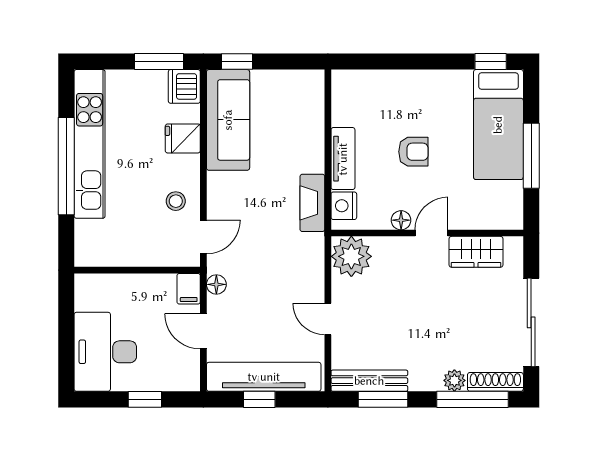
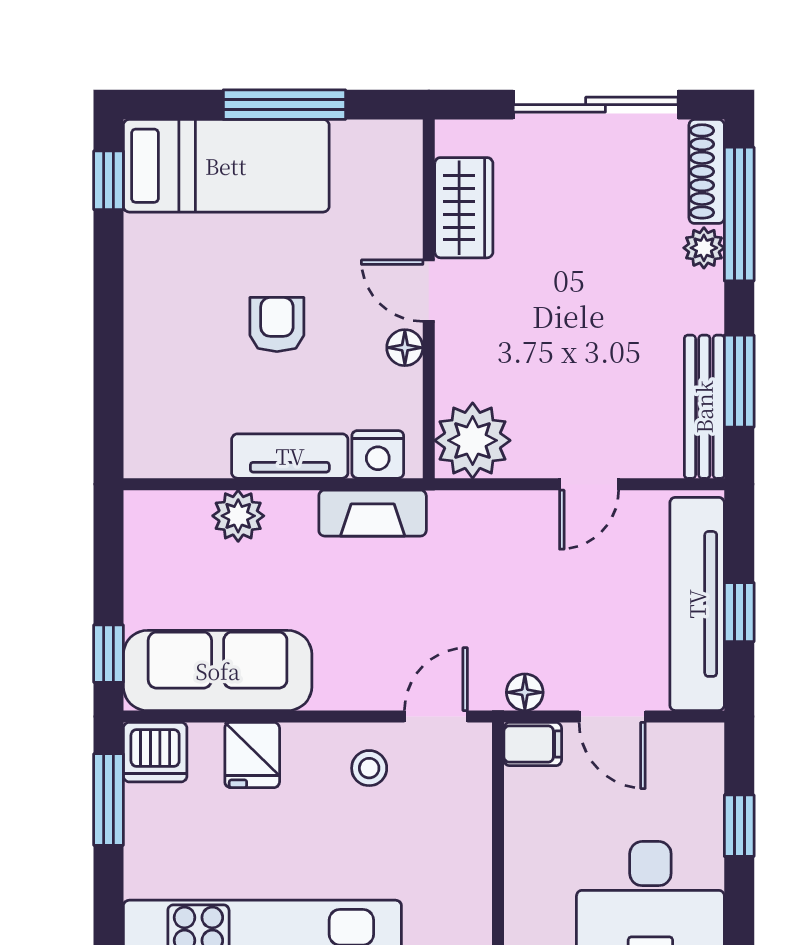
plant: (311, 131) -> (238, 516), added
door: (203, 237) -> (436, 716), hinge flipped
door: (203, 331) -> (612, 716), hinge flipped

